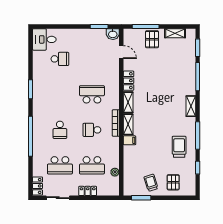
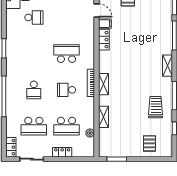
shelving: (128, 102) -> (103, 117), moved
filing cabinet: (129, 140) -> (105, 24), moved
trolley: (151, 183) -> (127, 144), removed

